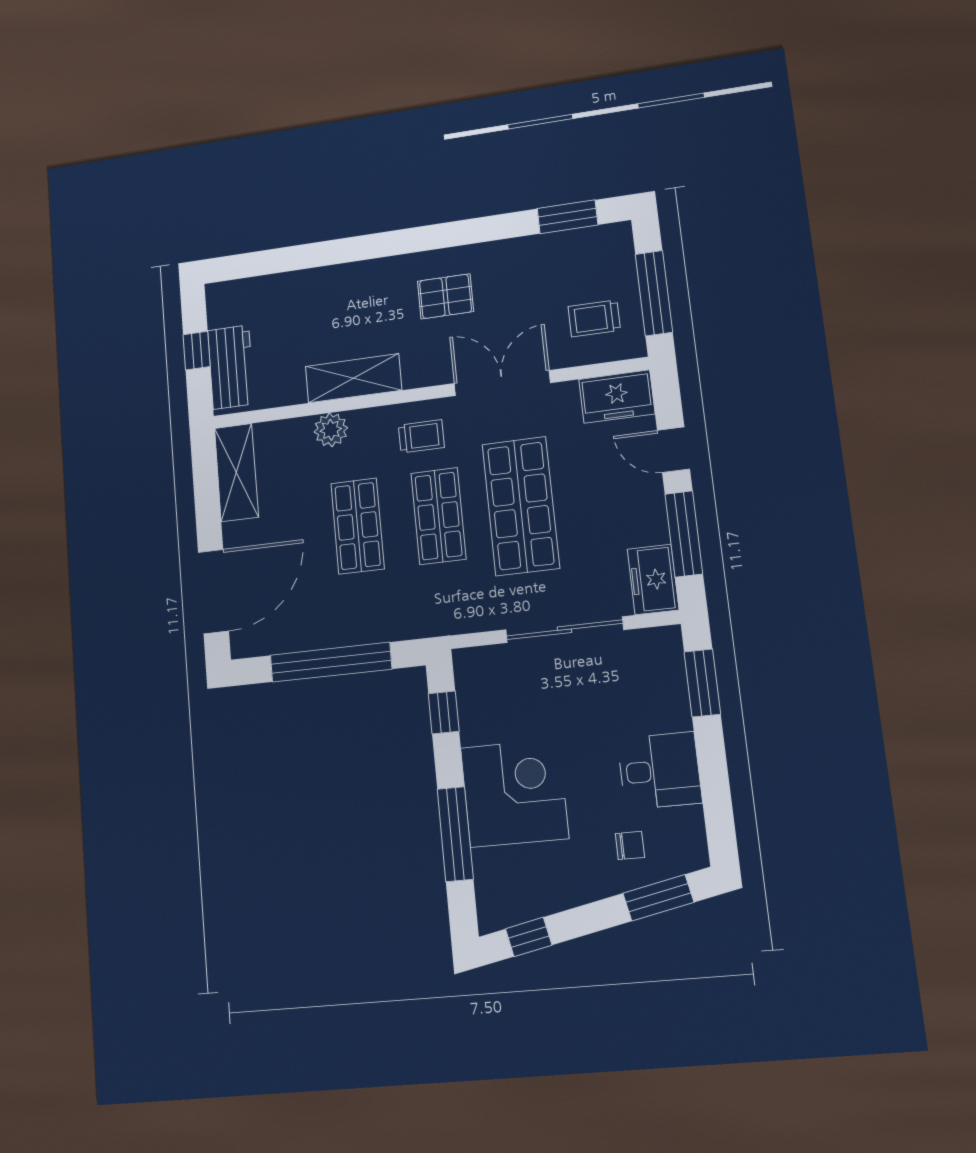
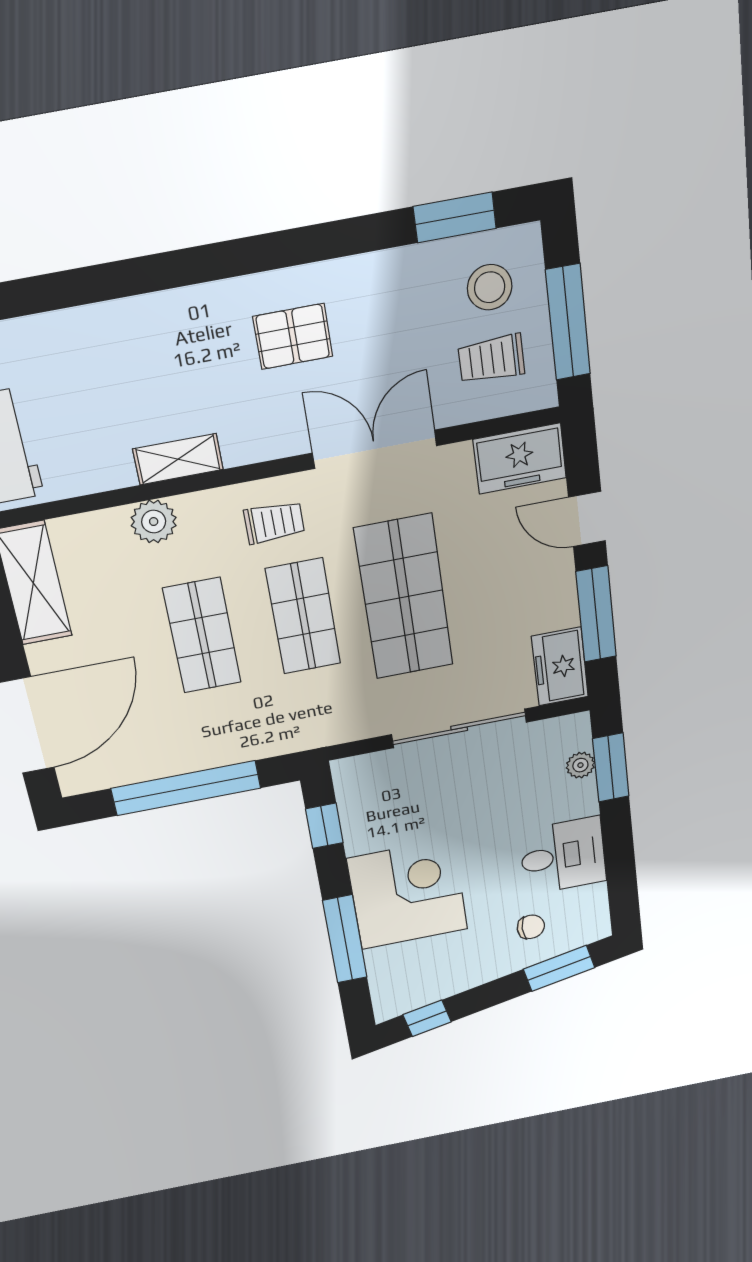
stool: (593, 266) -> (490, 287), added
shelving: (354, 378) -> (178, 459), width x0.67, depth x0.75
plant: (674, 677) -> (580, 765), added

